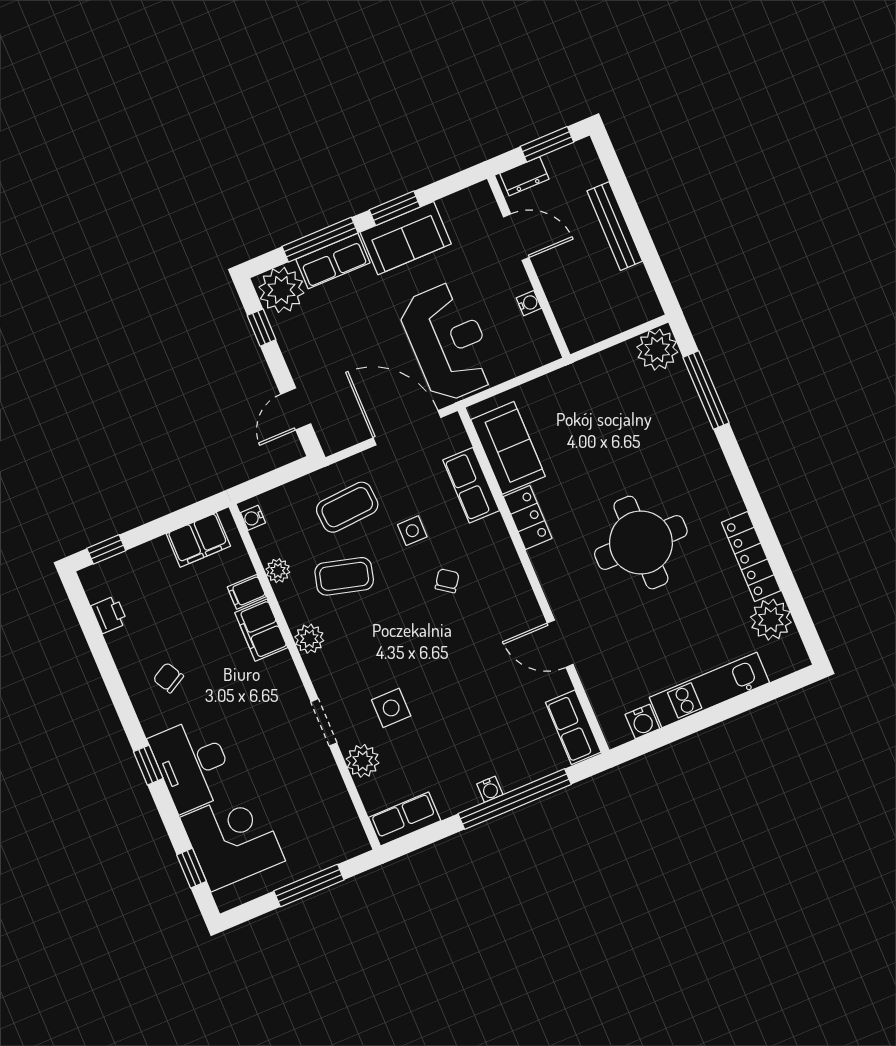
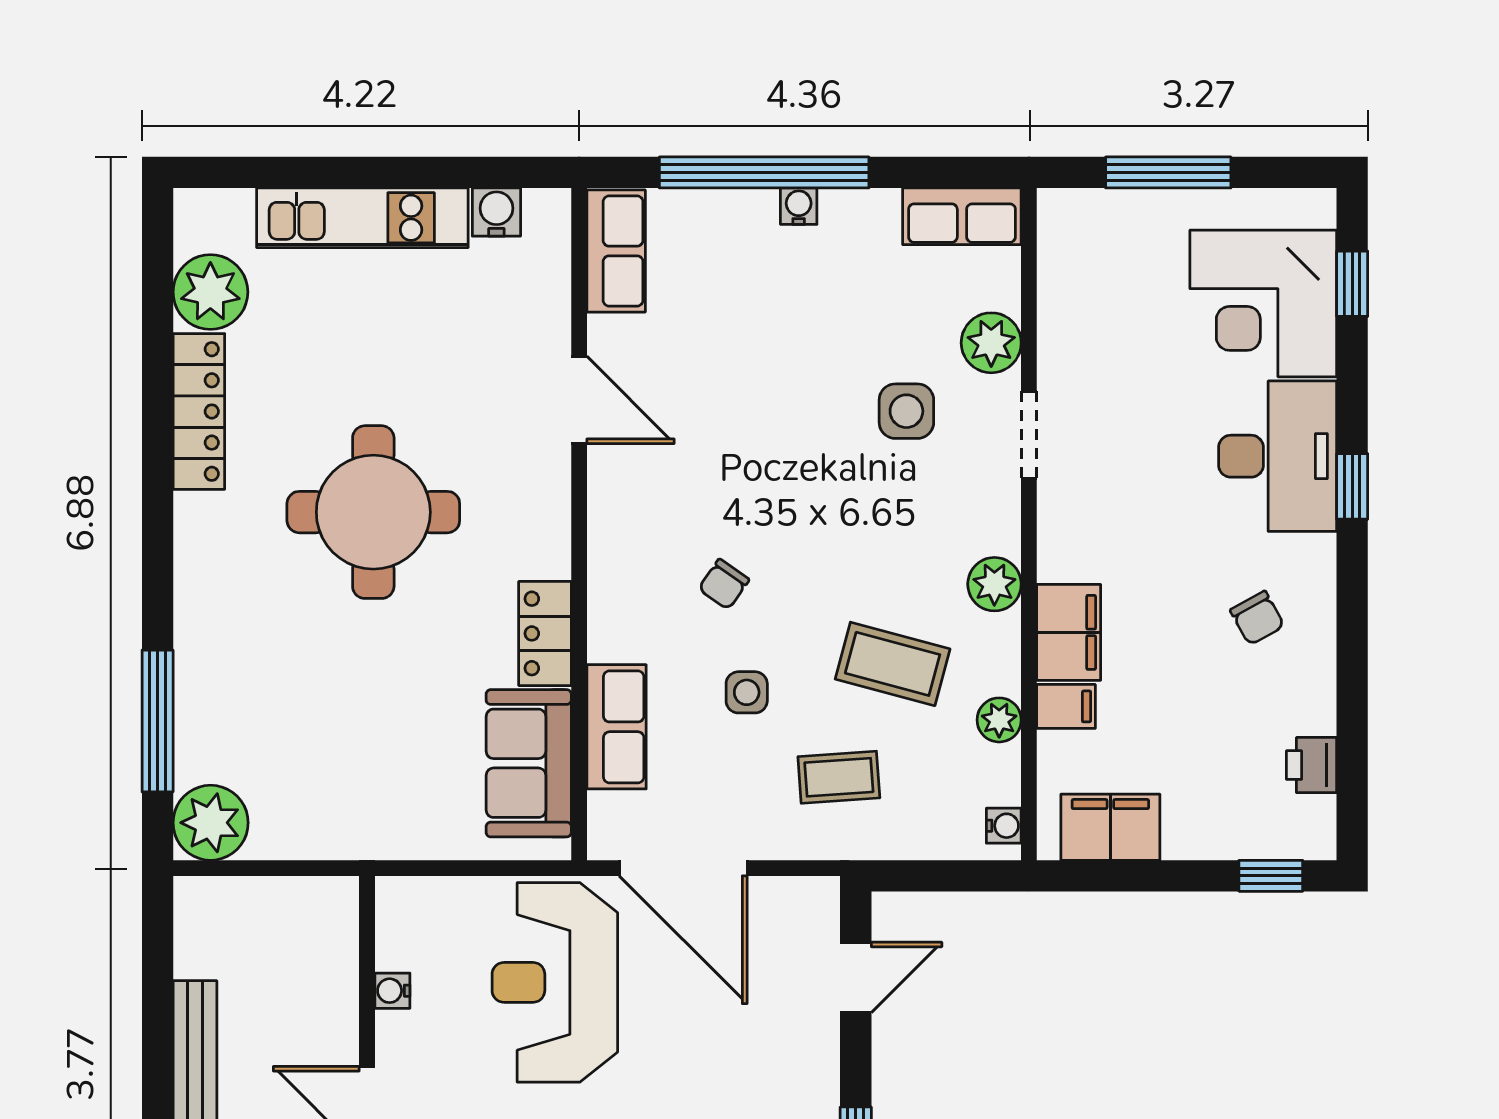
coffee table: (347, 507) -> (839, 777), width x0.73, depth x0.77

